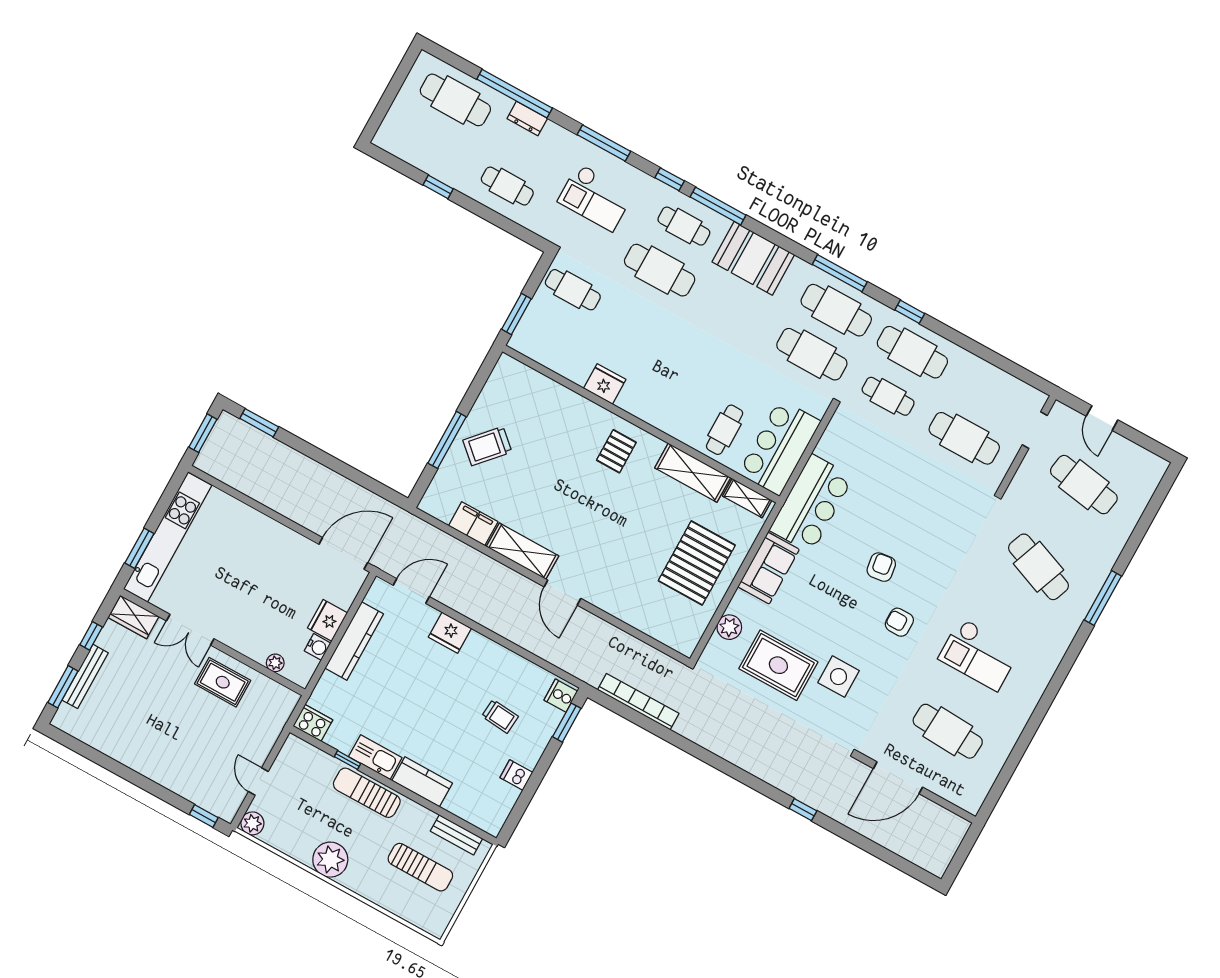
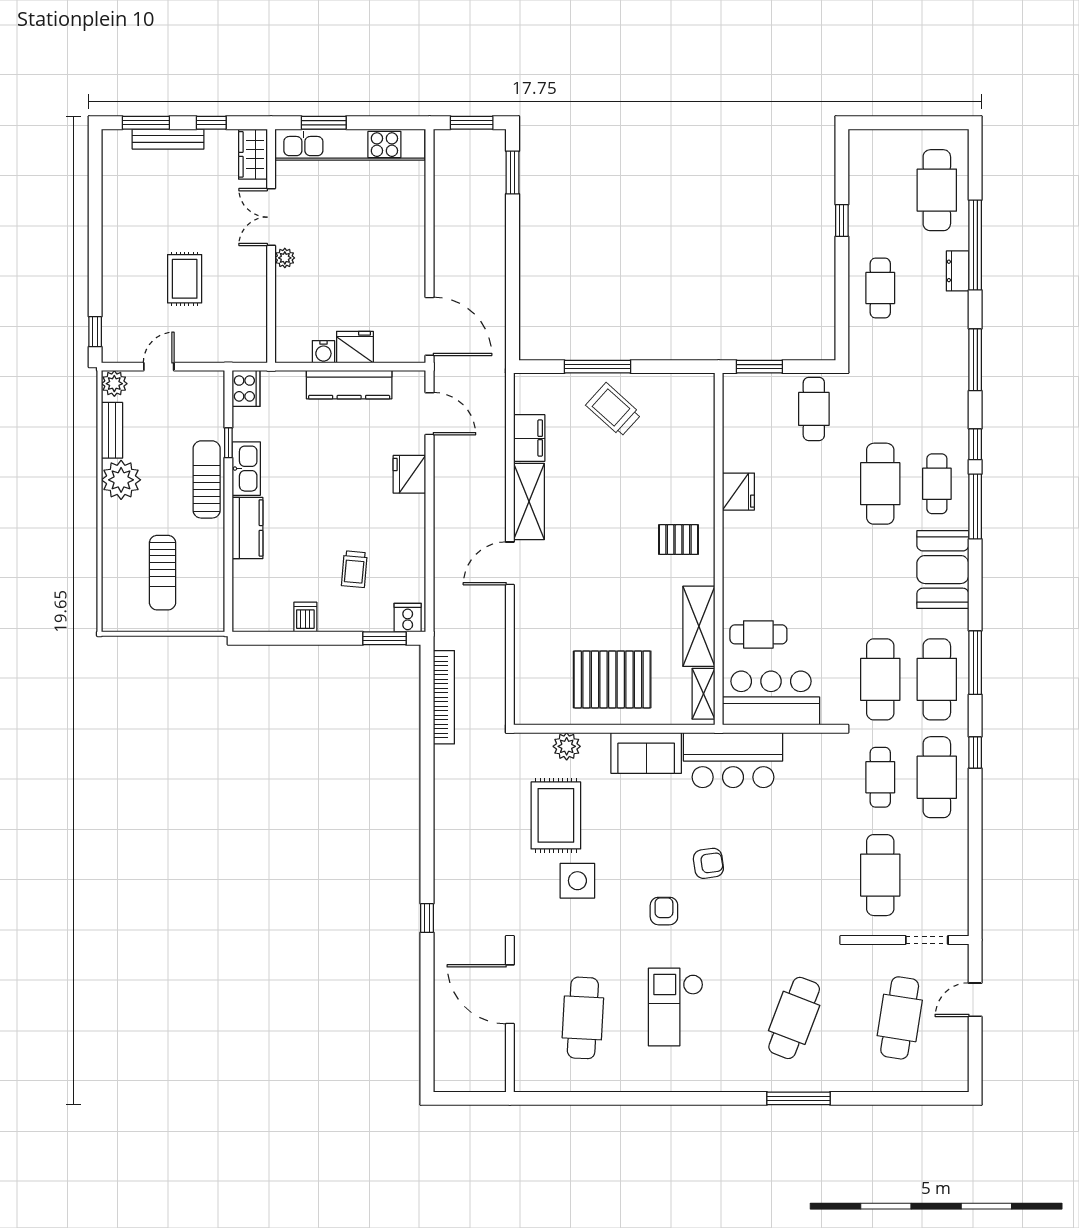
checkout: (596, 197) -> (917, 381), removed
plant: (275, 663) -> (285, 258), moved
rug: (223, 682) -> (185, 279), moved
bench: (456, 835) -> (112, 430), moved

